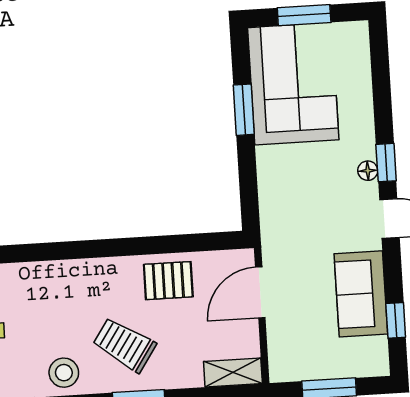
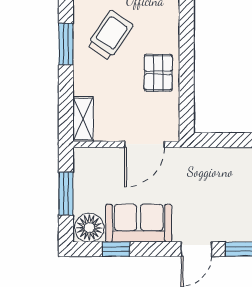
floor lamp: (368, 171) -> (89, 228), moved, width x1.89, depth x1.89
door: (260, 292) -> (145, 144), swing flipped

